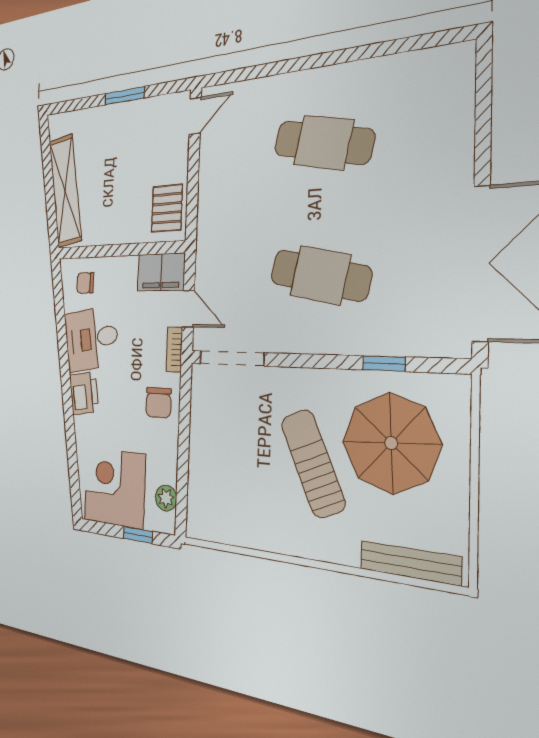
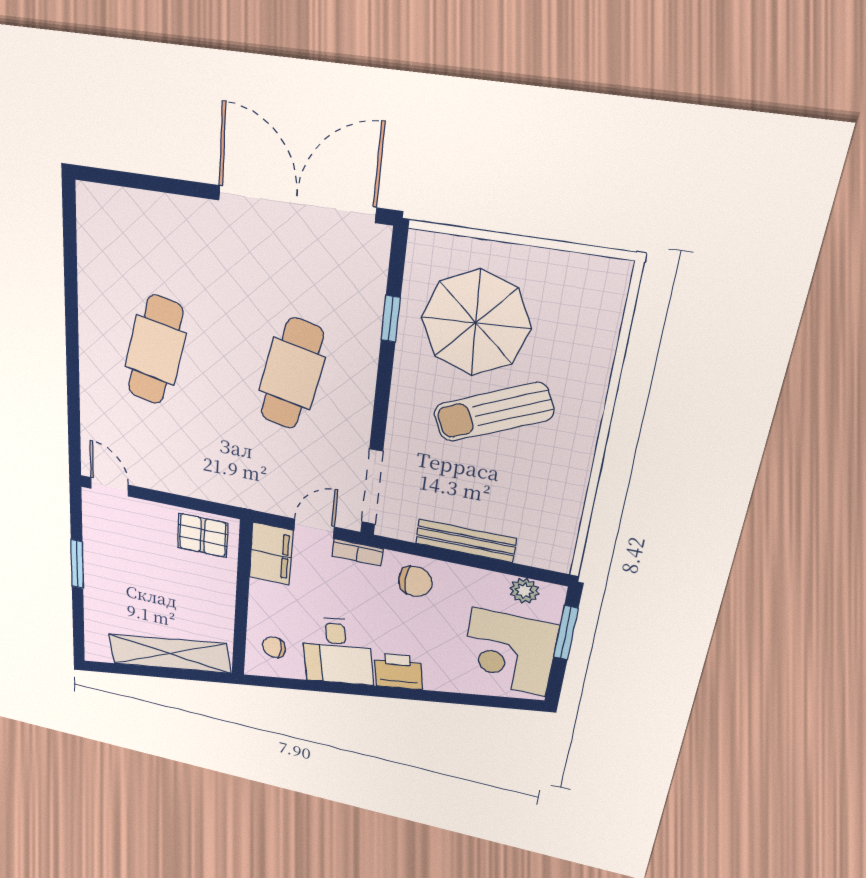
chair: (85, 283) -> (274, 647), turned 90
window: (138, 535) -> (566, 633), width x1.50
bench: (410, 563) -> (466, 541), moved, turned 90

